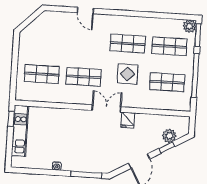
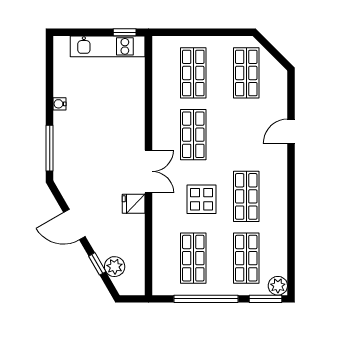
shop shelf: (44, 38) -> (246, 73), added

